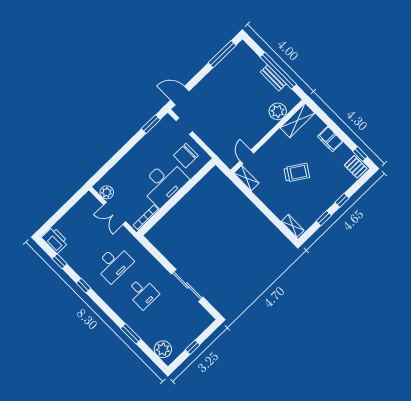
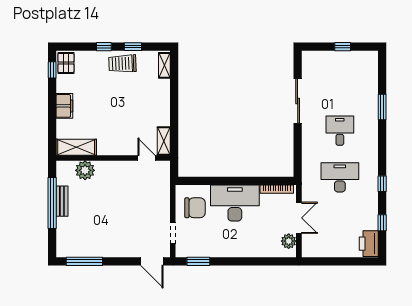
door: (247, 157) -> (146, 158), swing flipped
trolley: (297, 173) -> (122, 64), moved, turned -35
plant: (163, 349) -> (368, 69), removed

